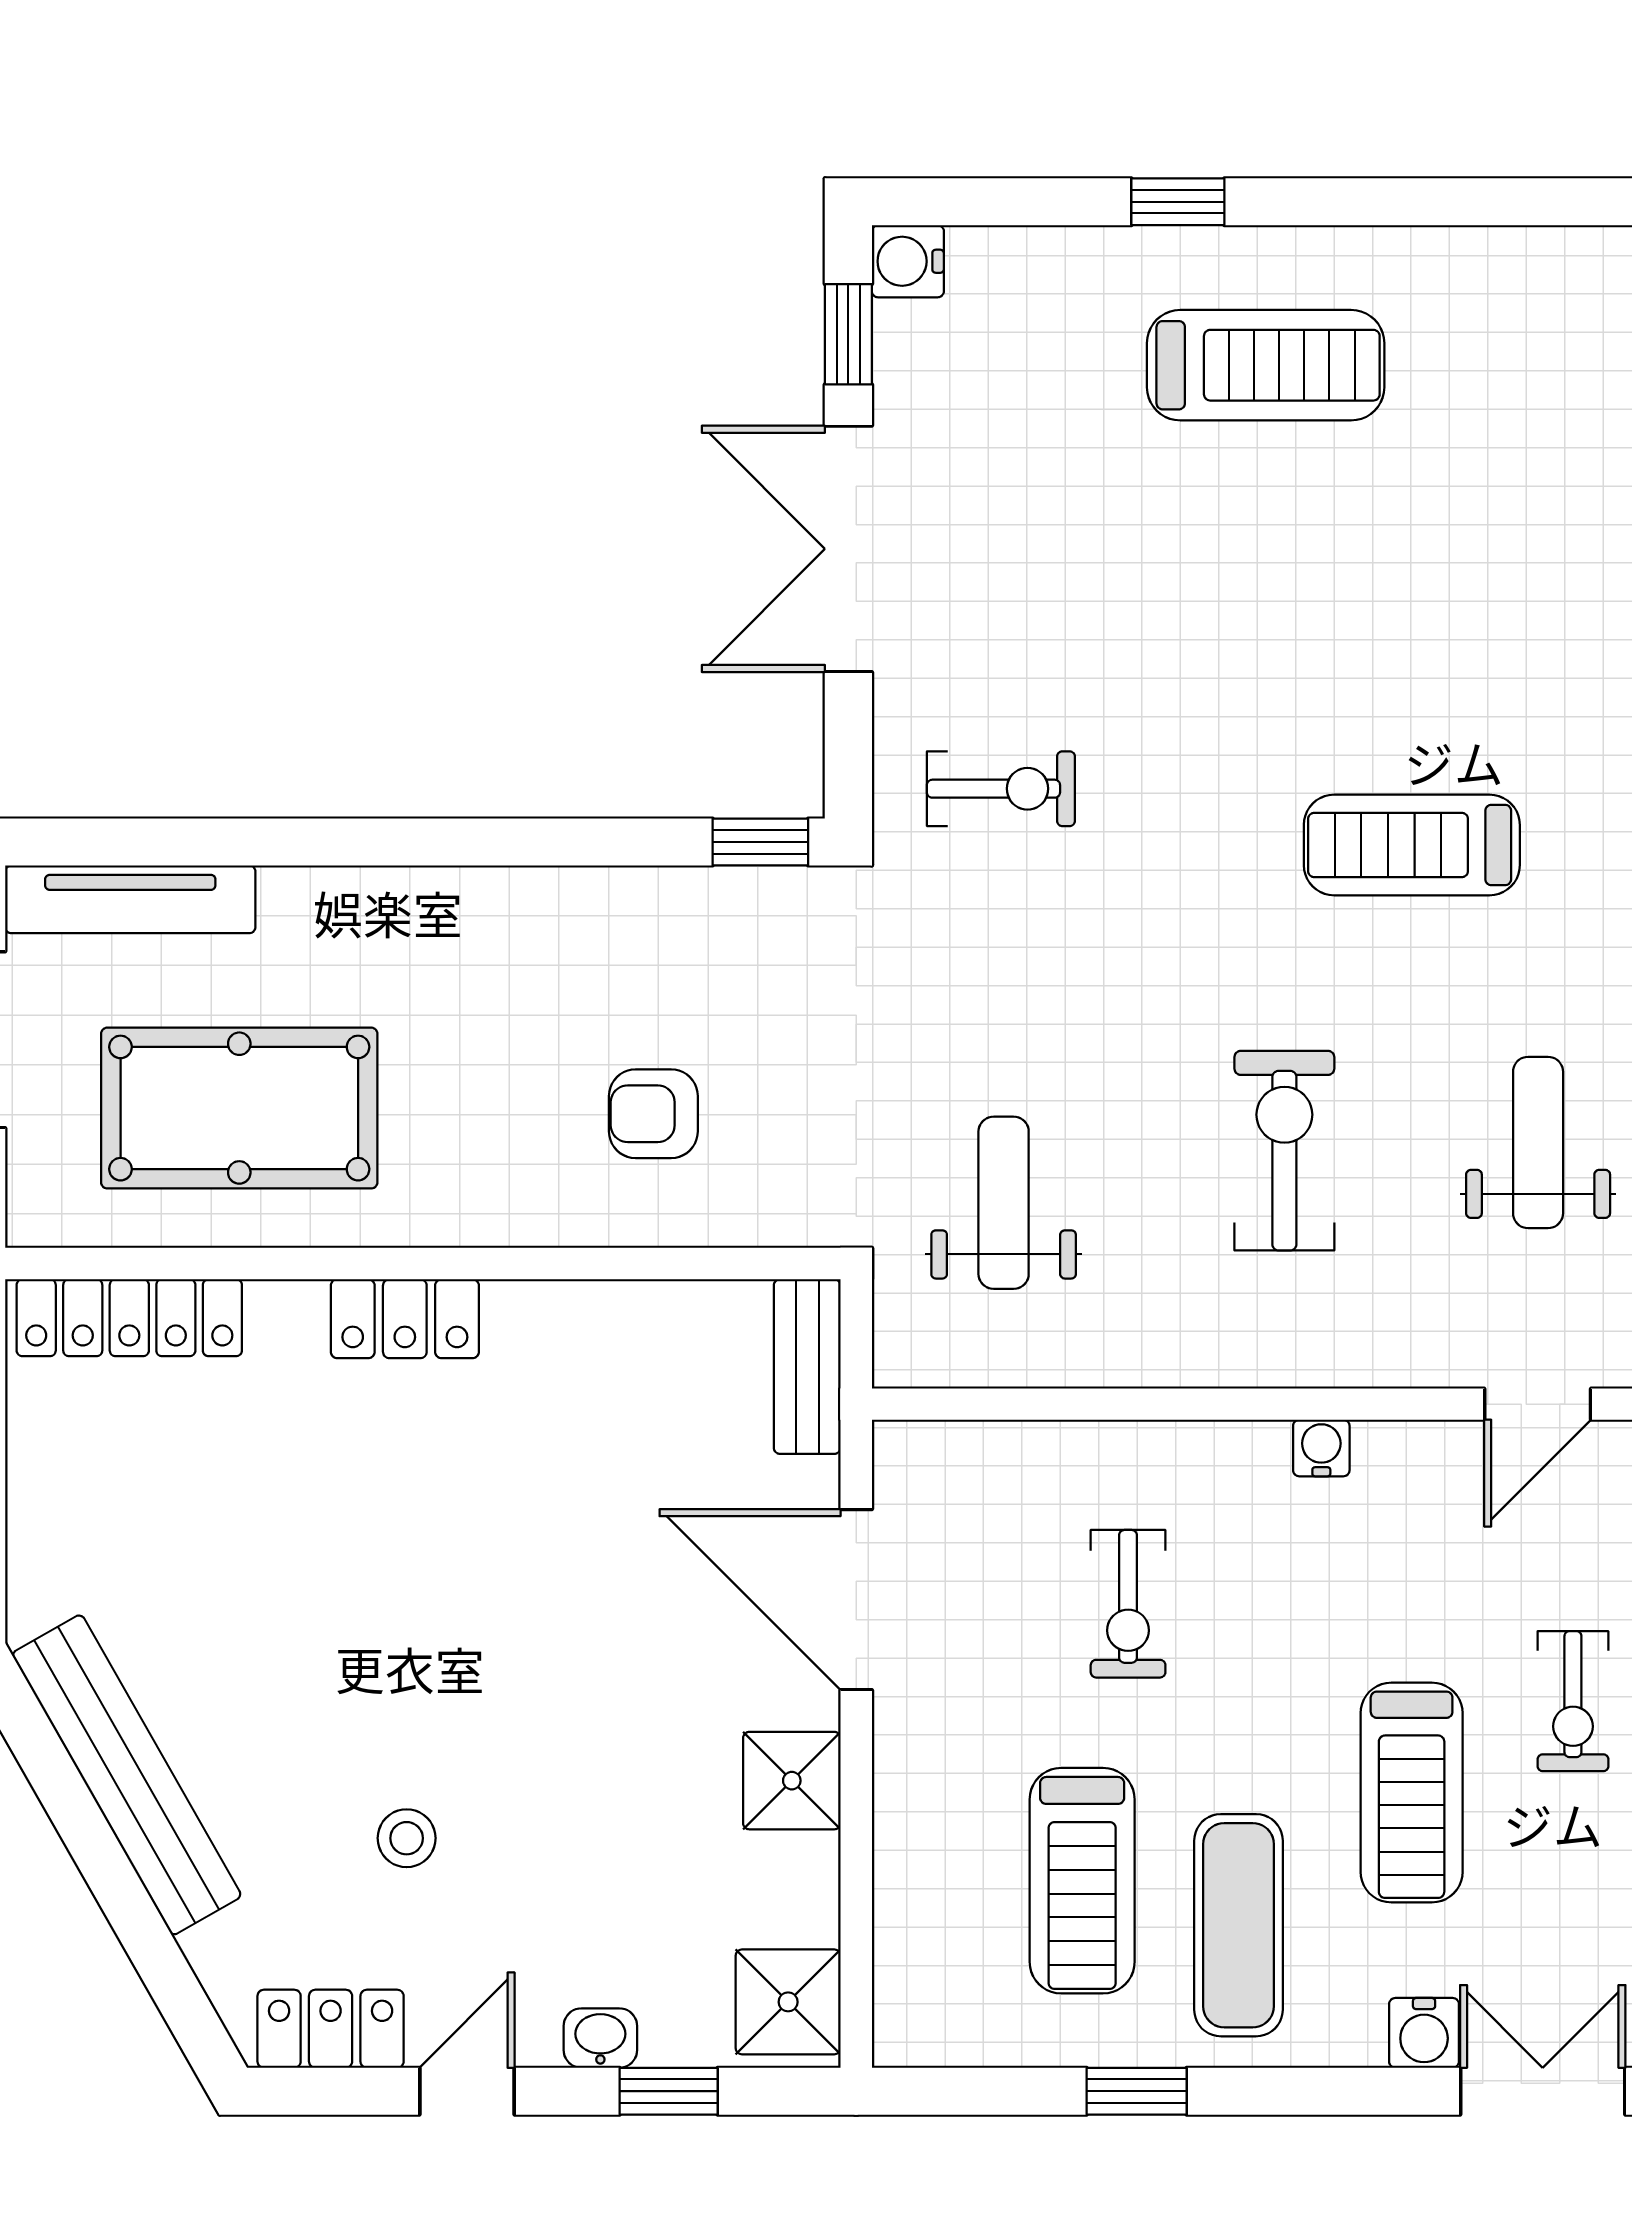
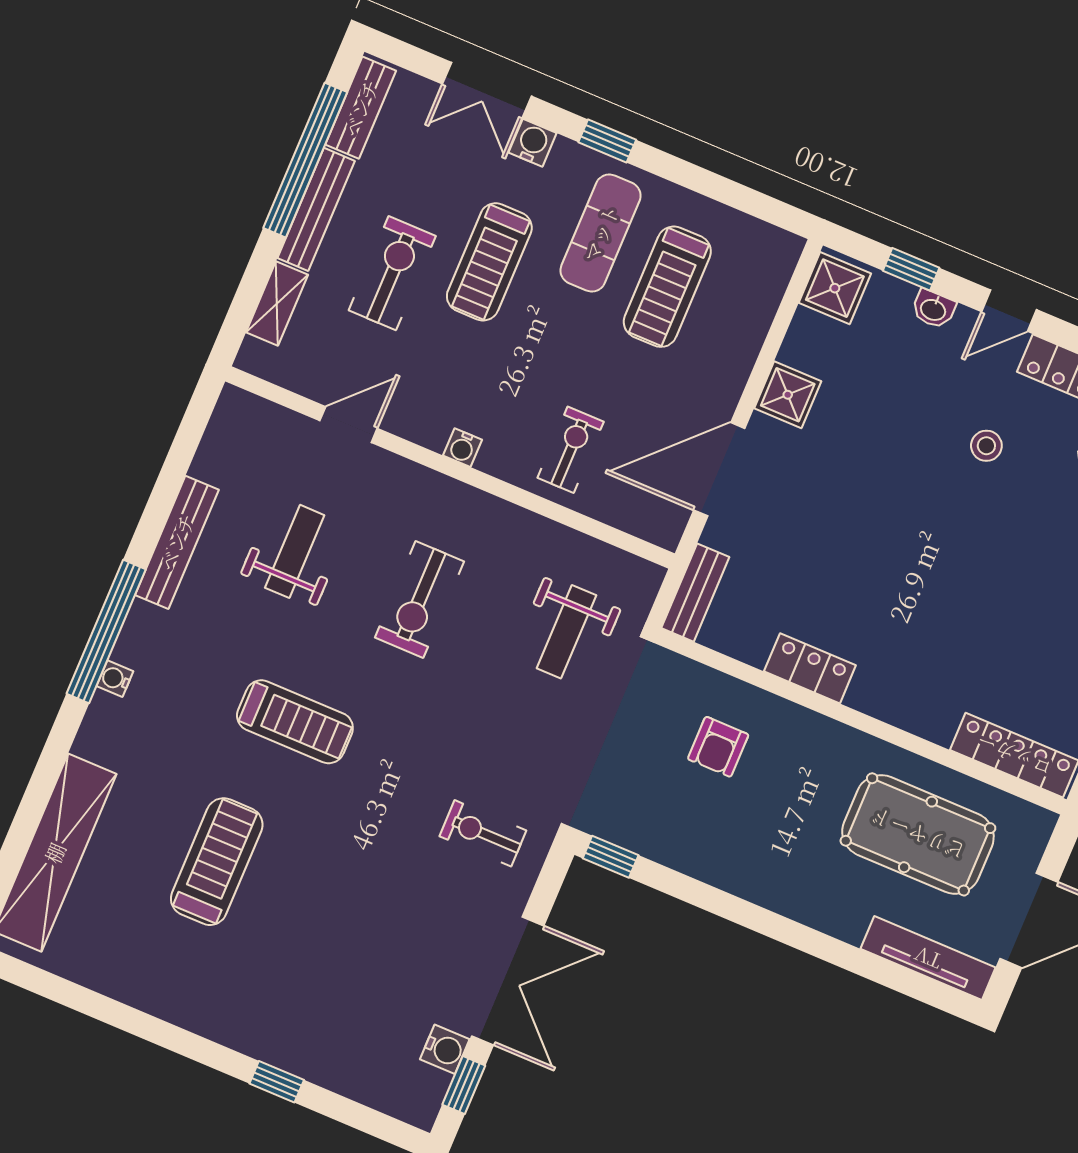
water cooler: (908, 261) -> (445, 1049), moved
treadmill: (1266, 365) -> (217, 862), moved, turned 90
armchair: (653, 1114) -> (718, 747), turned 90
weight bench: (1538, 1142) -> (295, 551), turned 180
locker: (405, 1319) -> (810, 668), moved
door: (856, 1600) -> (719, 469), swing flipped
exercise bike: (1128, 1604) -> (571, 450), moved
exercise bike: (1573, 1701) -> (392, 273), width x1.38, depth x1.39
treadmill: (1412, 1793) -> (489, 262), turned 180
treadmill: (1082, 1881) -> (667, 287), turned 180
window: (1137, 2091) -> (607, 141), moved

